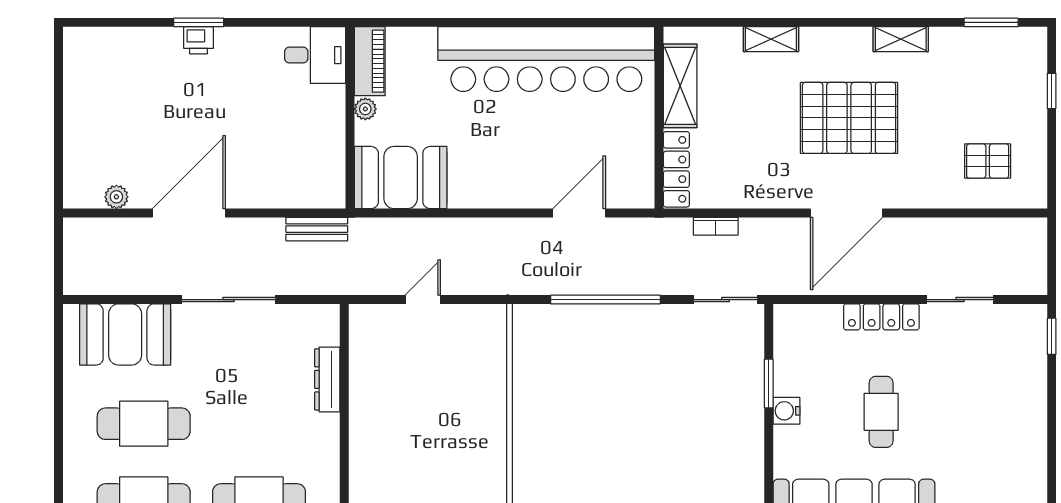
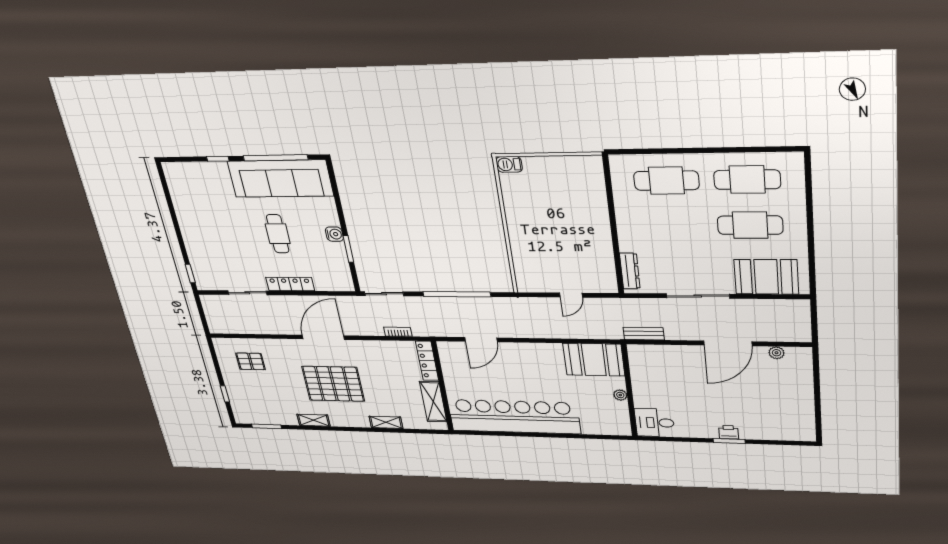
piano: (370, 61) -> (620, 419), removed
dresser: (327, 379) -> (630, 271), moved

